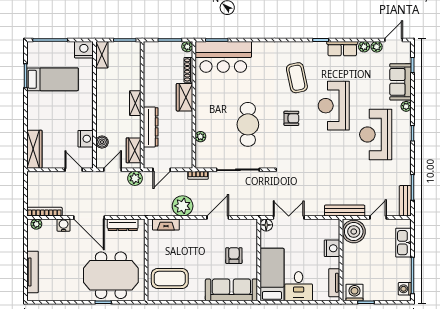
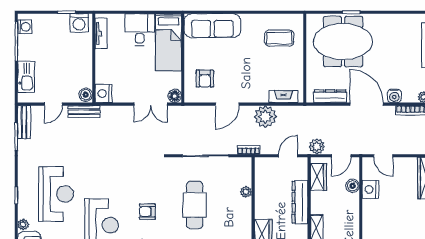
bench: (345, 211) -> (84, 112), width x0.73
boiler: (354, 232) -> (86, 95), width x0.54, depth x0.54
nightstand: (332, 248) -> (103, 93), moved
armchair: (234, 256) -> (205, 79), moved
coffee table: (170, 278) -> (279, 38), width x0.73, depth x0.76

